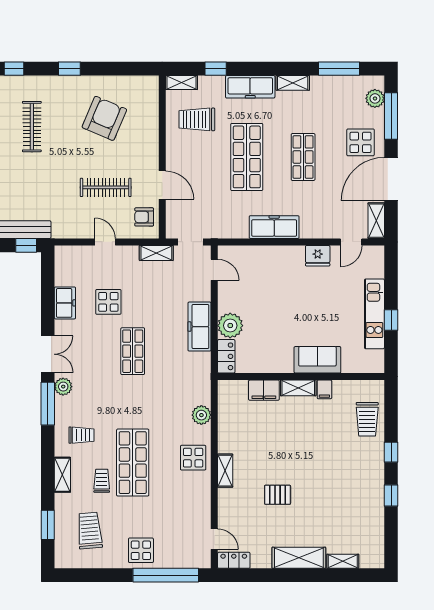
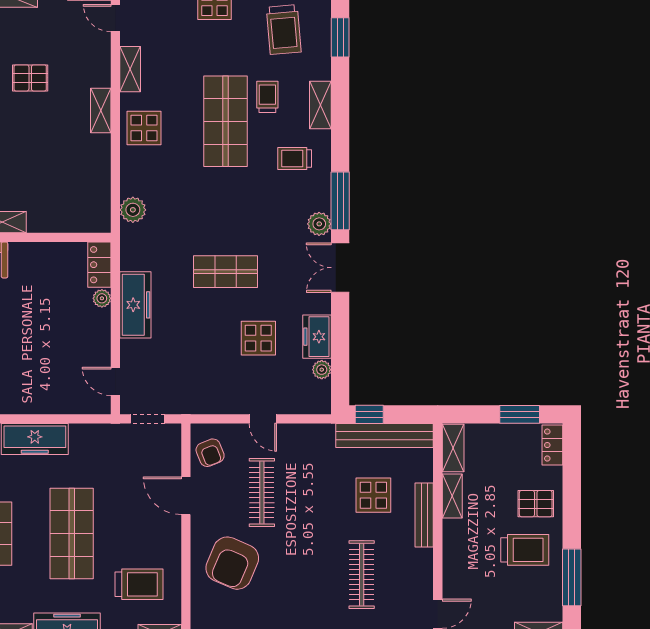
armchair: (104, 118) -> (232, 563), moved
display table: (23, 185) -> (373, 495), added
clothes rail: (106, 187) -> (262, 493), turned 90
armchair: (144, 217) -> (210, 453), turned 68
shelving: (156, 253) -> (130, 69), moved, turned 90
plant: (61, 279) -> (322, 370), added
plant: (230, 326) -> (102, 298), width x0.53, depth x0.53
shop shelf: (133, 351) -> (226, 272), turned 90
filing cabinet: (264, 390) -> (49, 219), removed
plant: (201, 415) -> (133, 210), moved
trolley: (102, 481) -> (267, 97), turned 180

